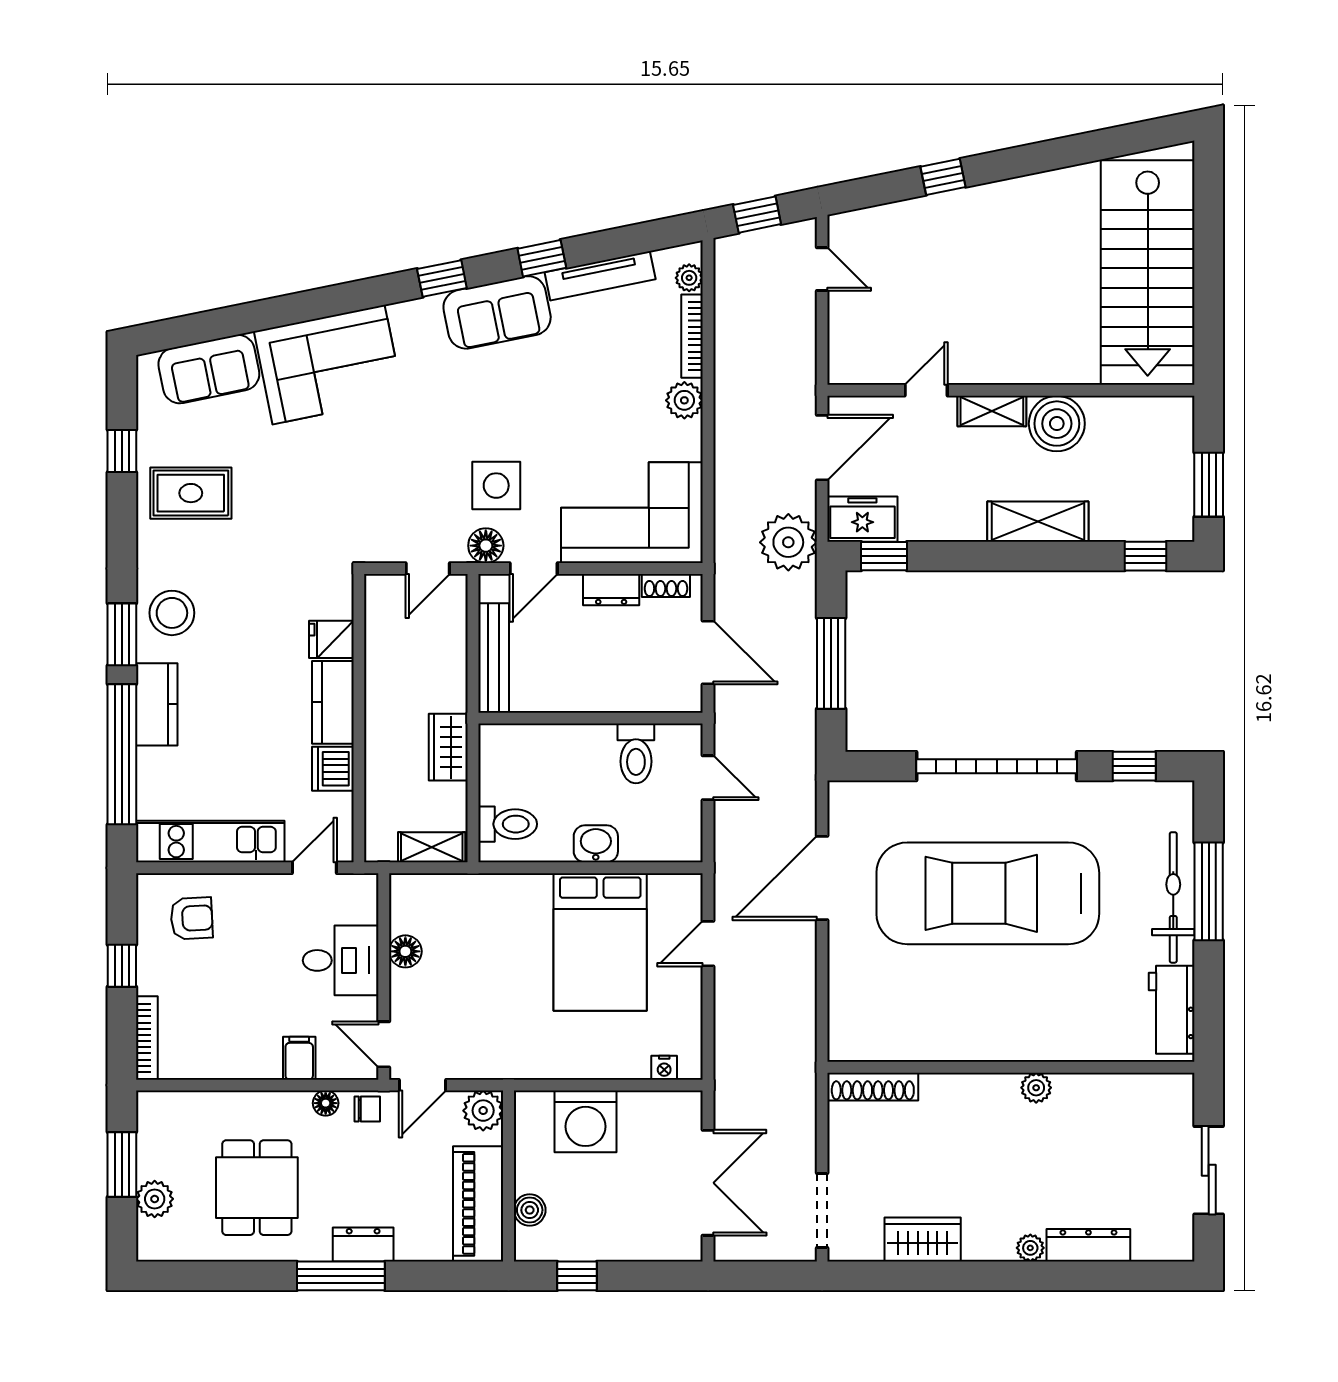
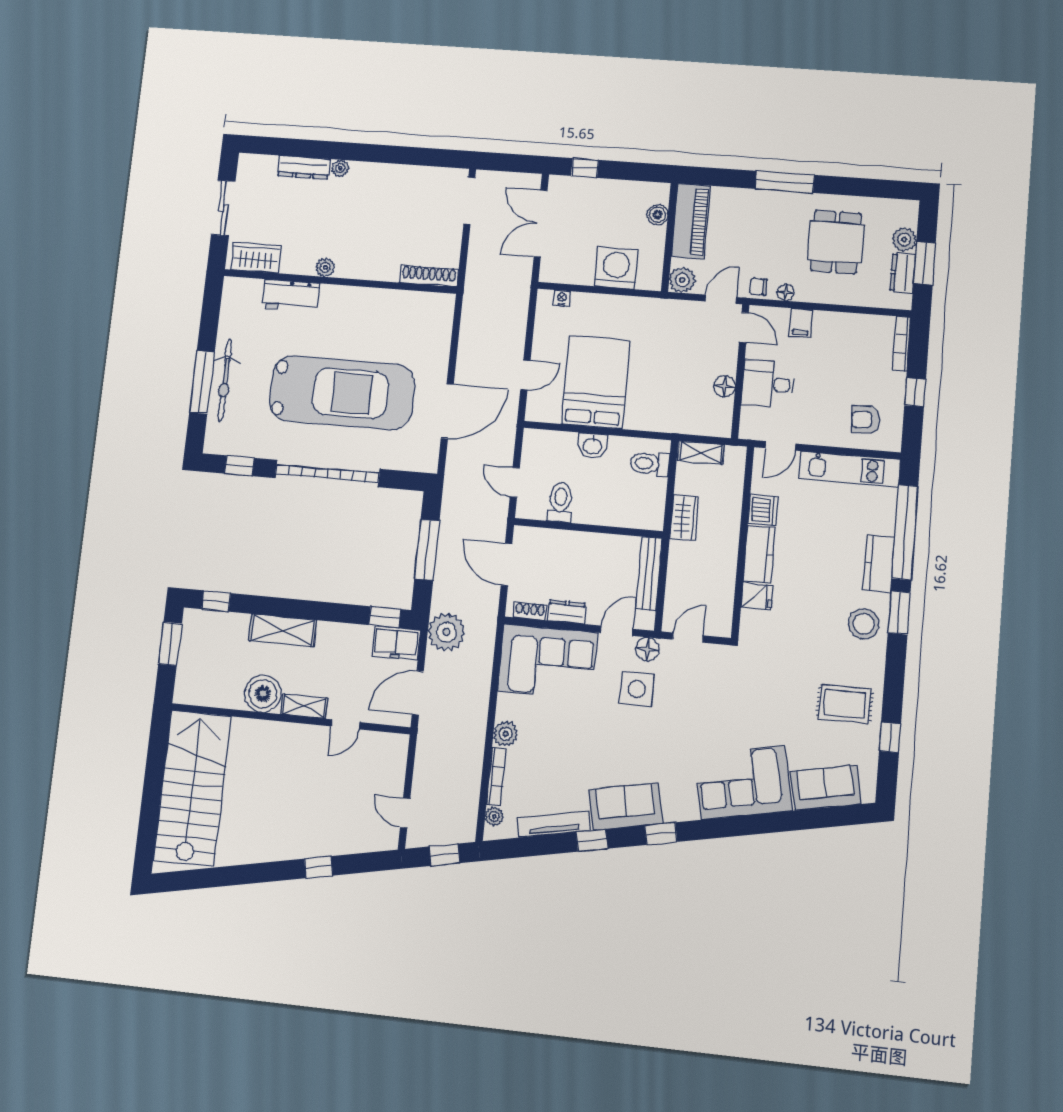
workbench: (1172, 1010) -> (291, 295), moved, turned 90
wardrobe: (923, 1239) -> (256, 258), moved, turned 180
dresser: (363, 1244) -> (903, 273), moved, turned 90
window: (577, 1276) -> (585, 168), moved

